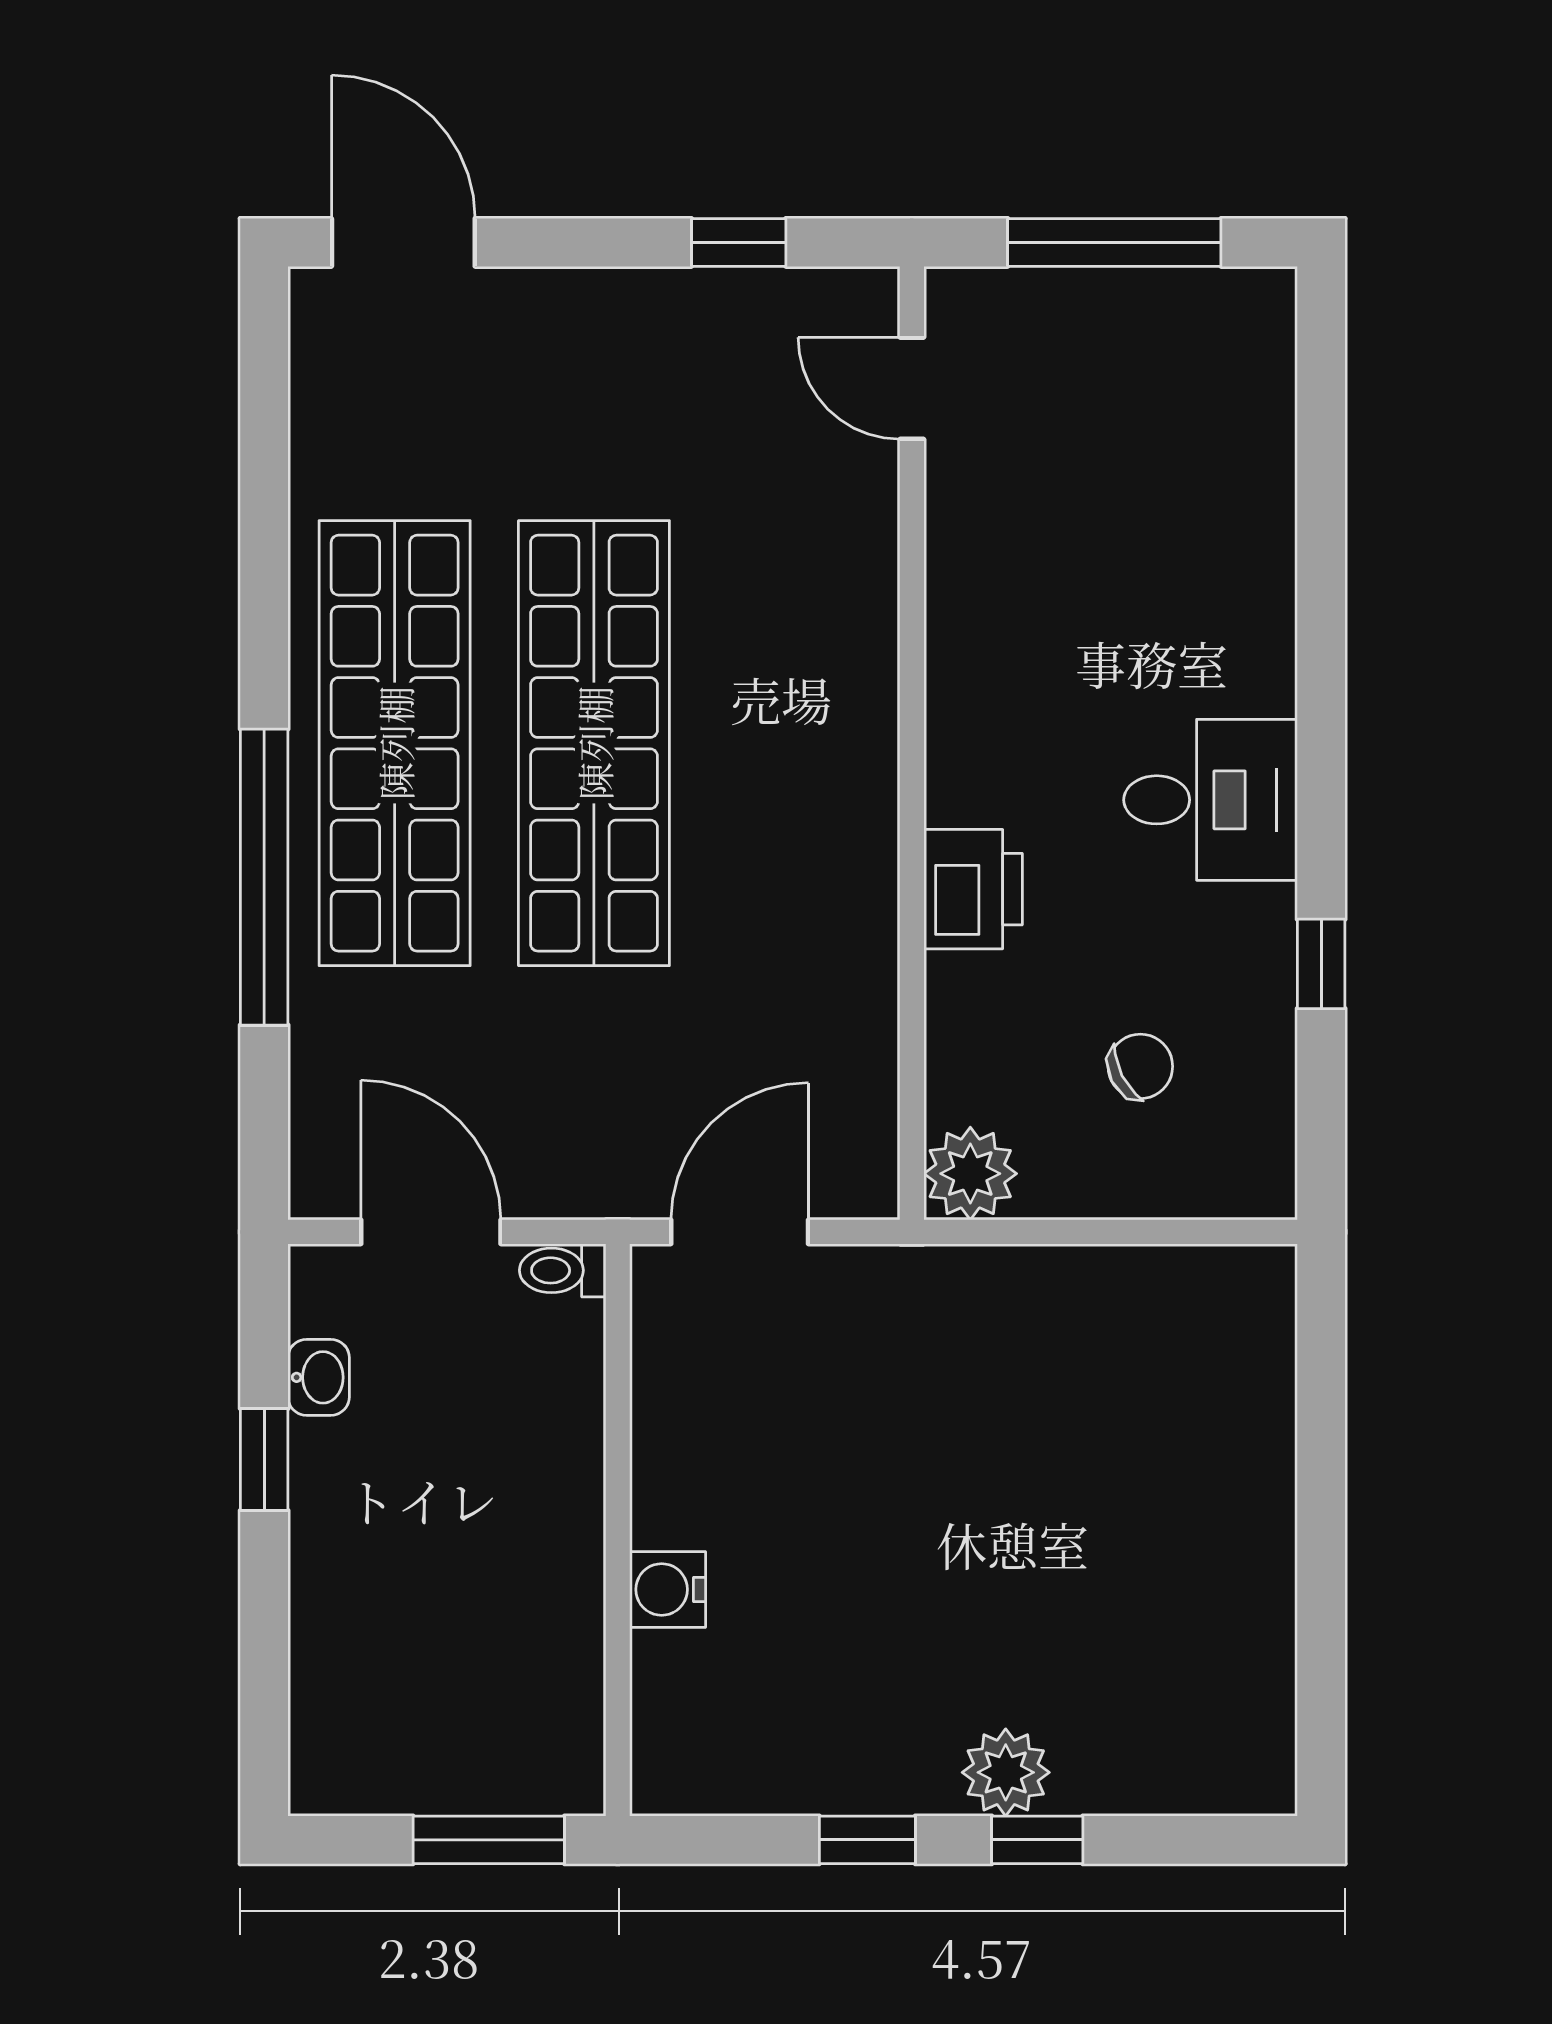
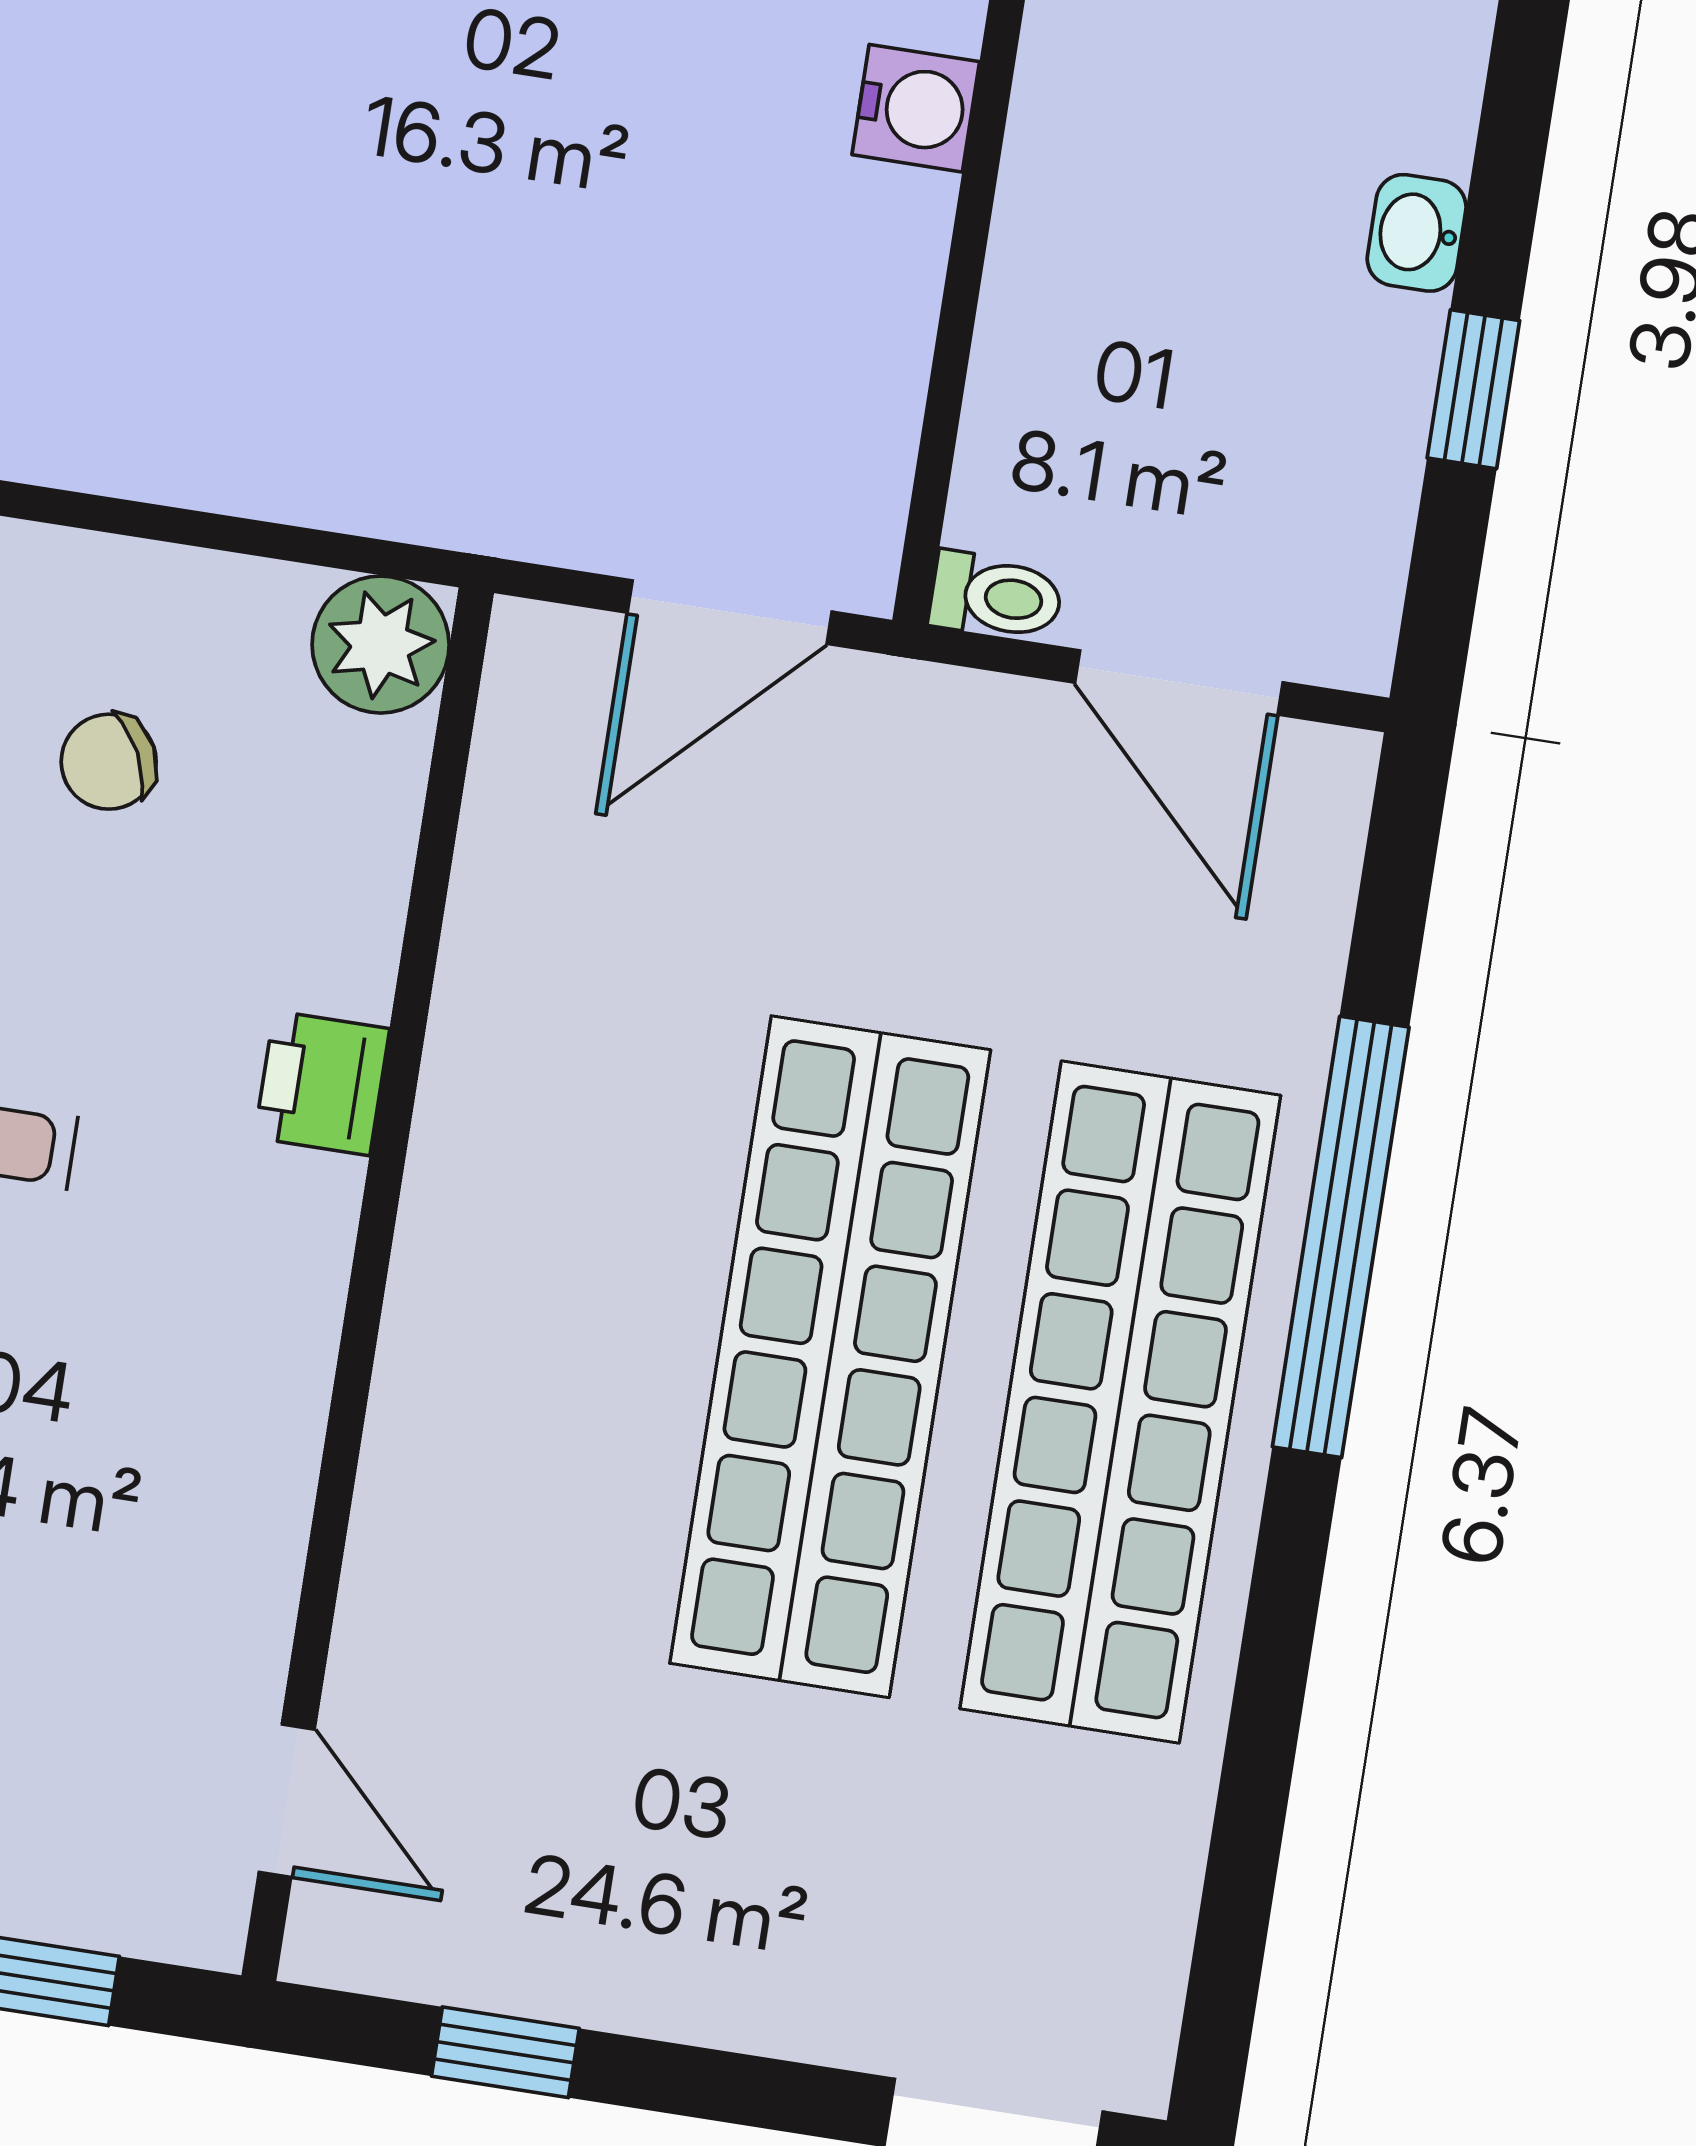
printer: (973, 889) -> (322, 1083), width x0.73, depth x0.81
washbasin: (319, 1377) -> (1417, 233), moved

